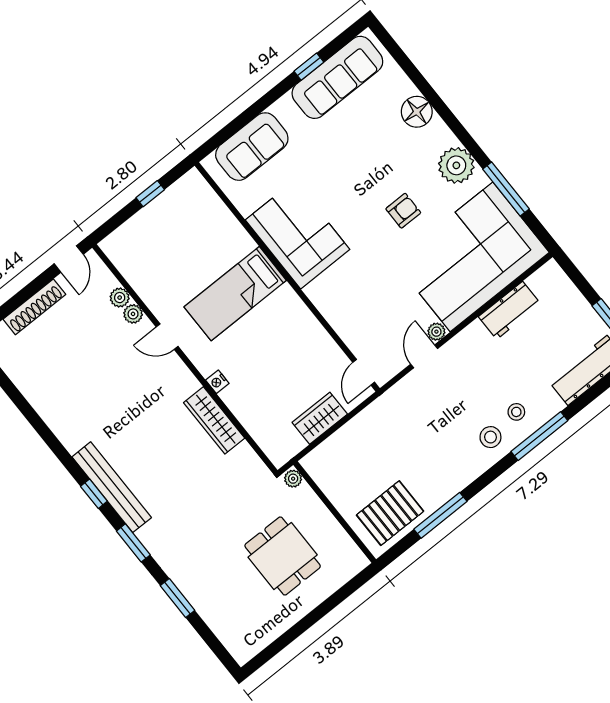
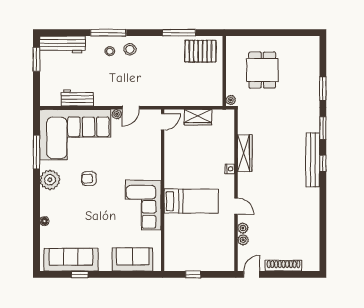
floor lamp: (417, 112) -> (44, 221), width x0.53, depth x0.53

